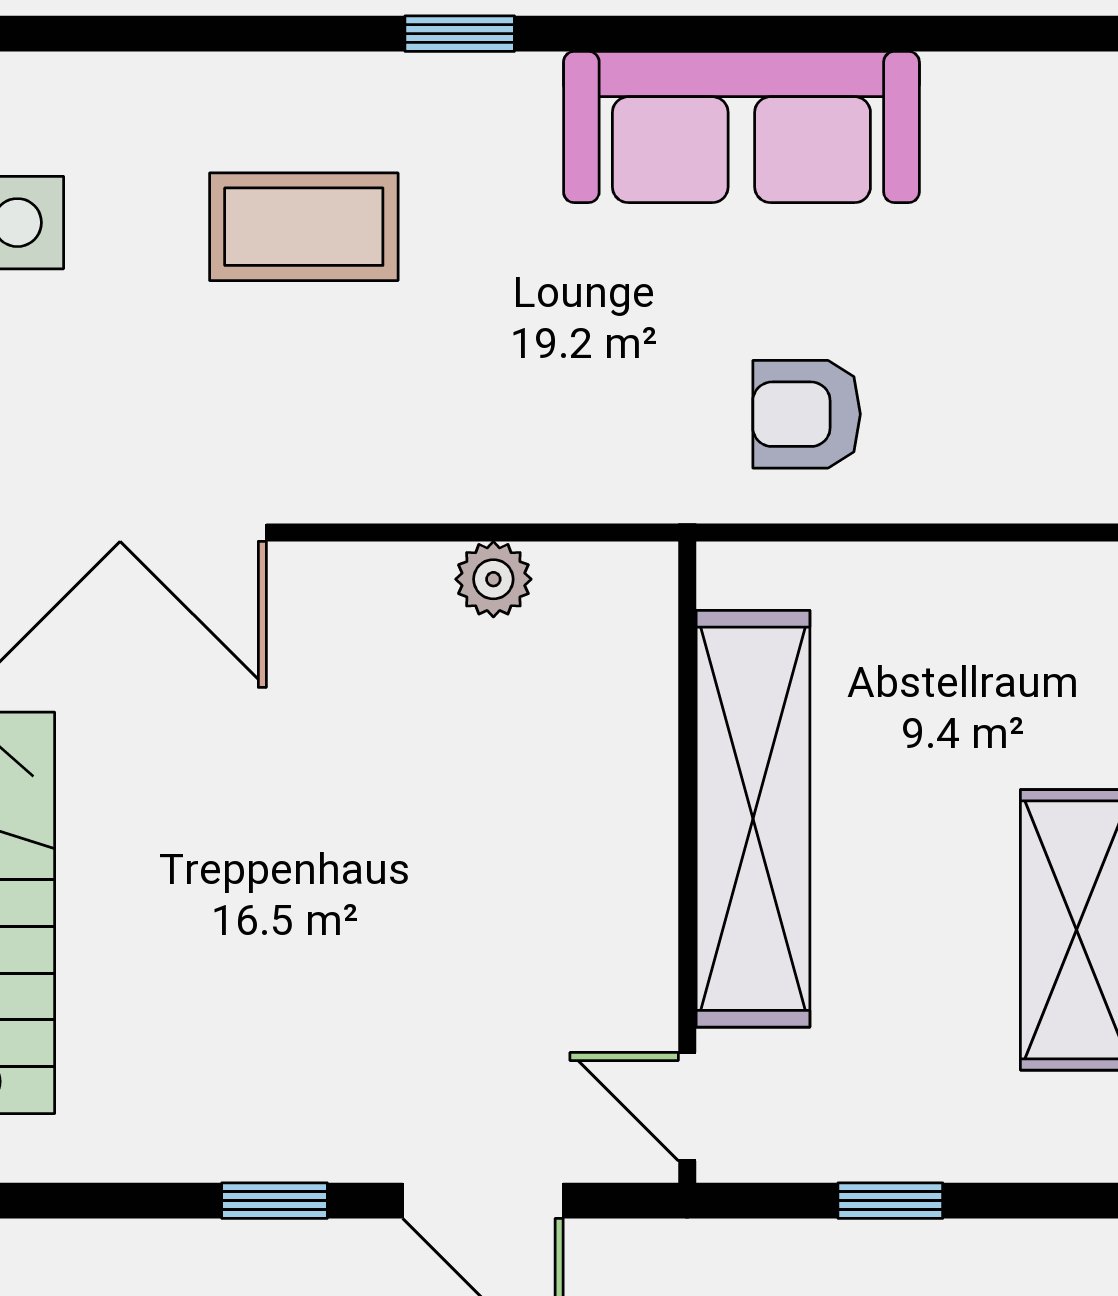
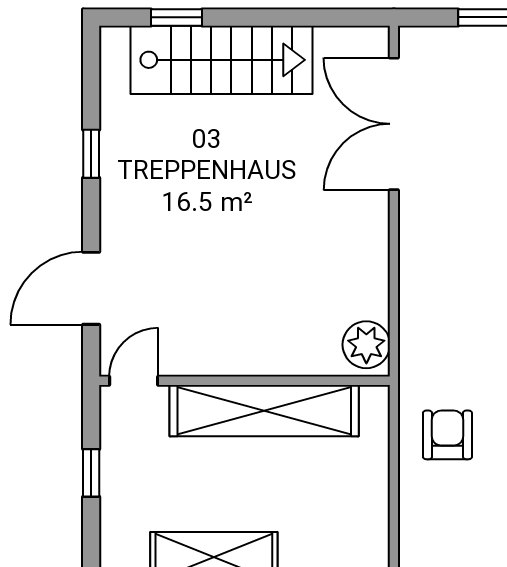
plant: (493, 579) -> (366, 345), moved, width x1.38, depth x1.38
window: (274, 1201) -> (91, 154), moved

